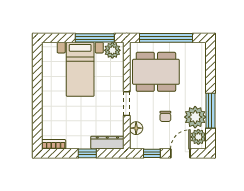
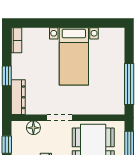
plant: (112, 50) -> (116, 103), removed
bed with nightstands: (80, 69) -> (74, 56), moved, turned -90

